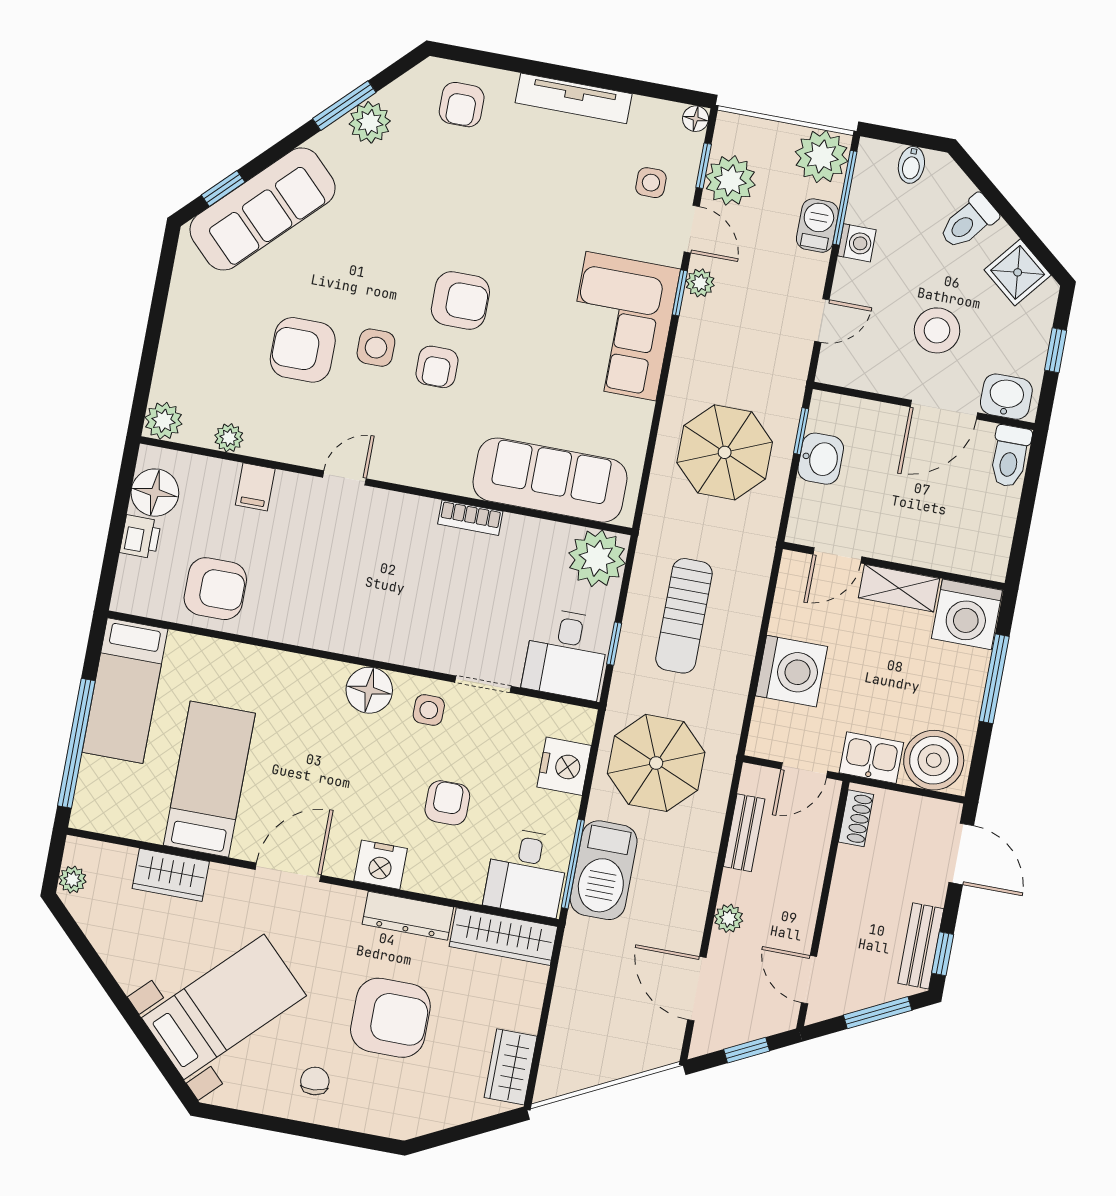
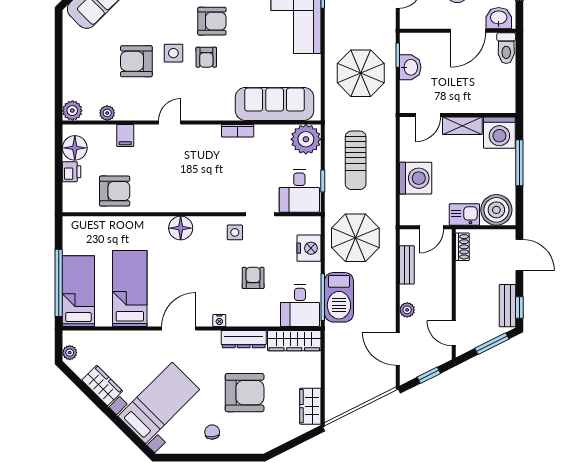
floor lamp: (369, 690) -> (181, 228), moved
bed: (125, 691) -> (78, 291), moved, turned 180
nightstand: (381, 865) -> (219, 321), width x0.53, depth x0.56
wardrobe: (171, 875) -> (102, 386), moved, turned -135

